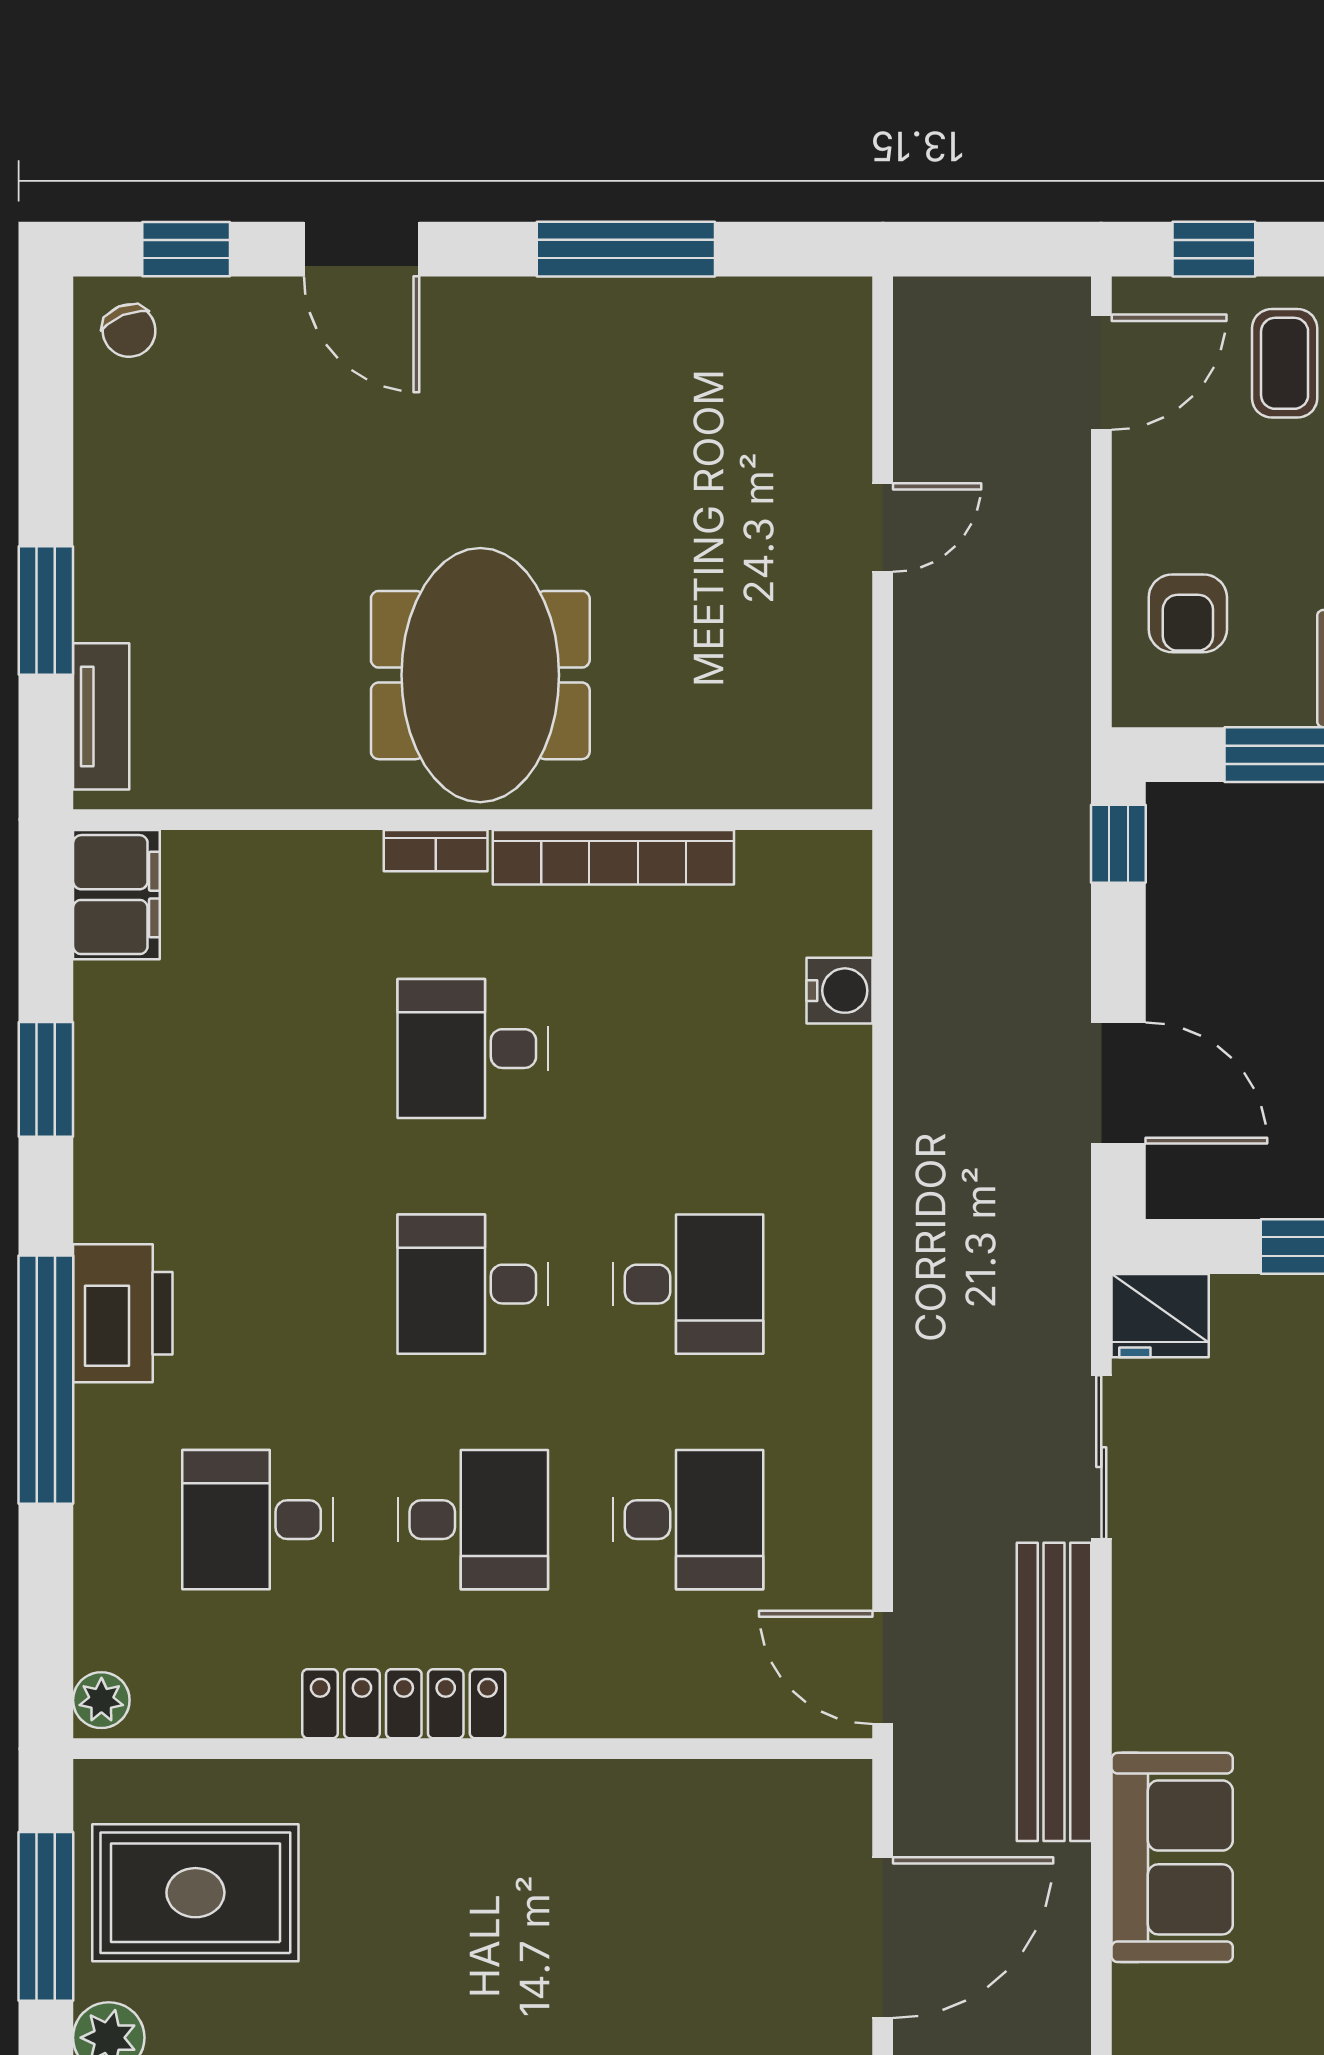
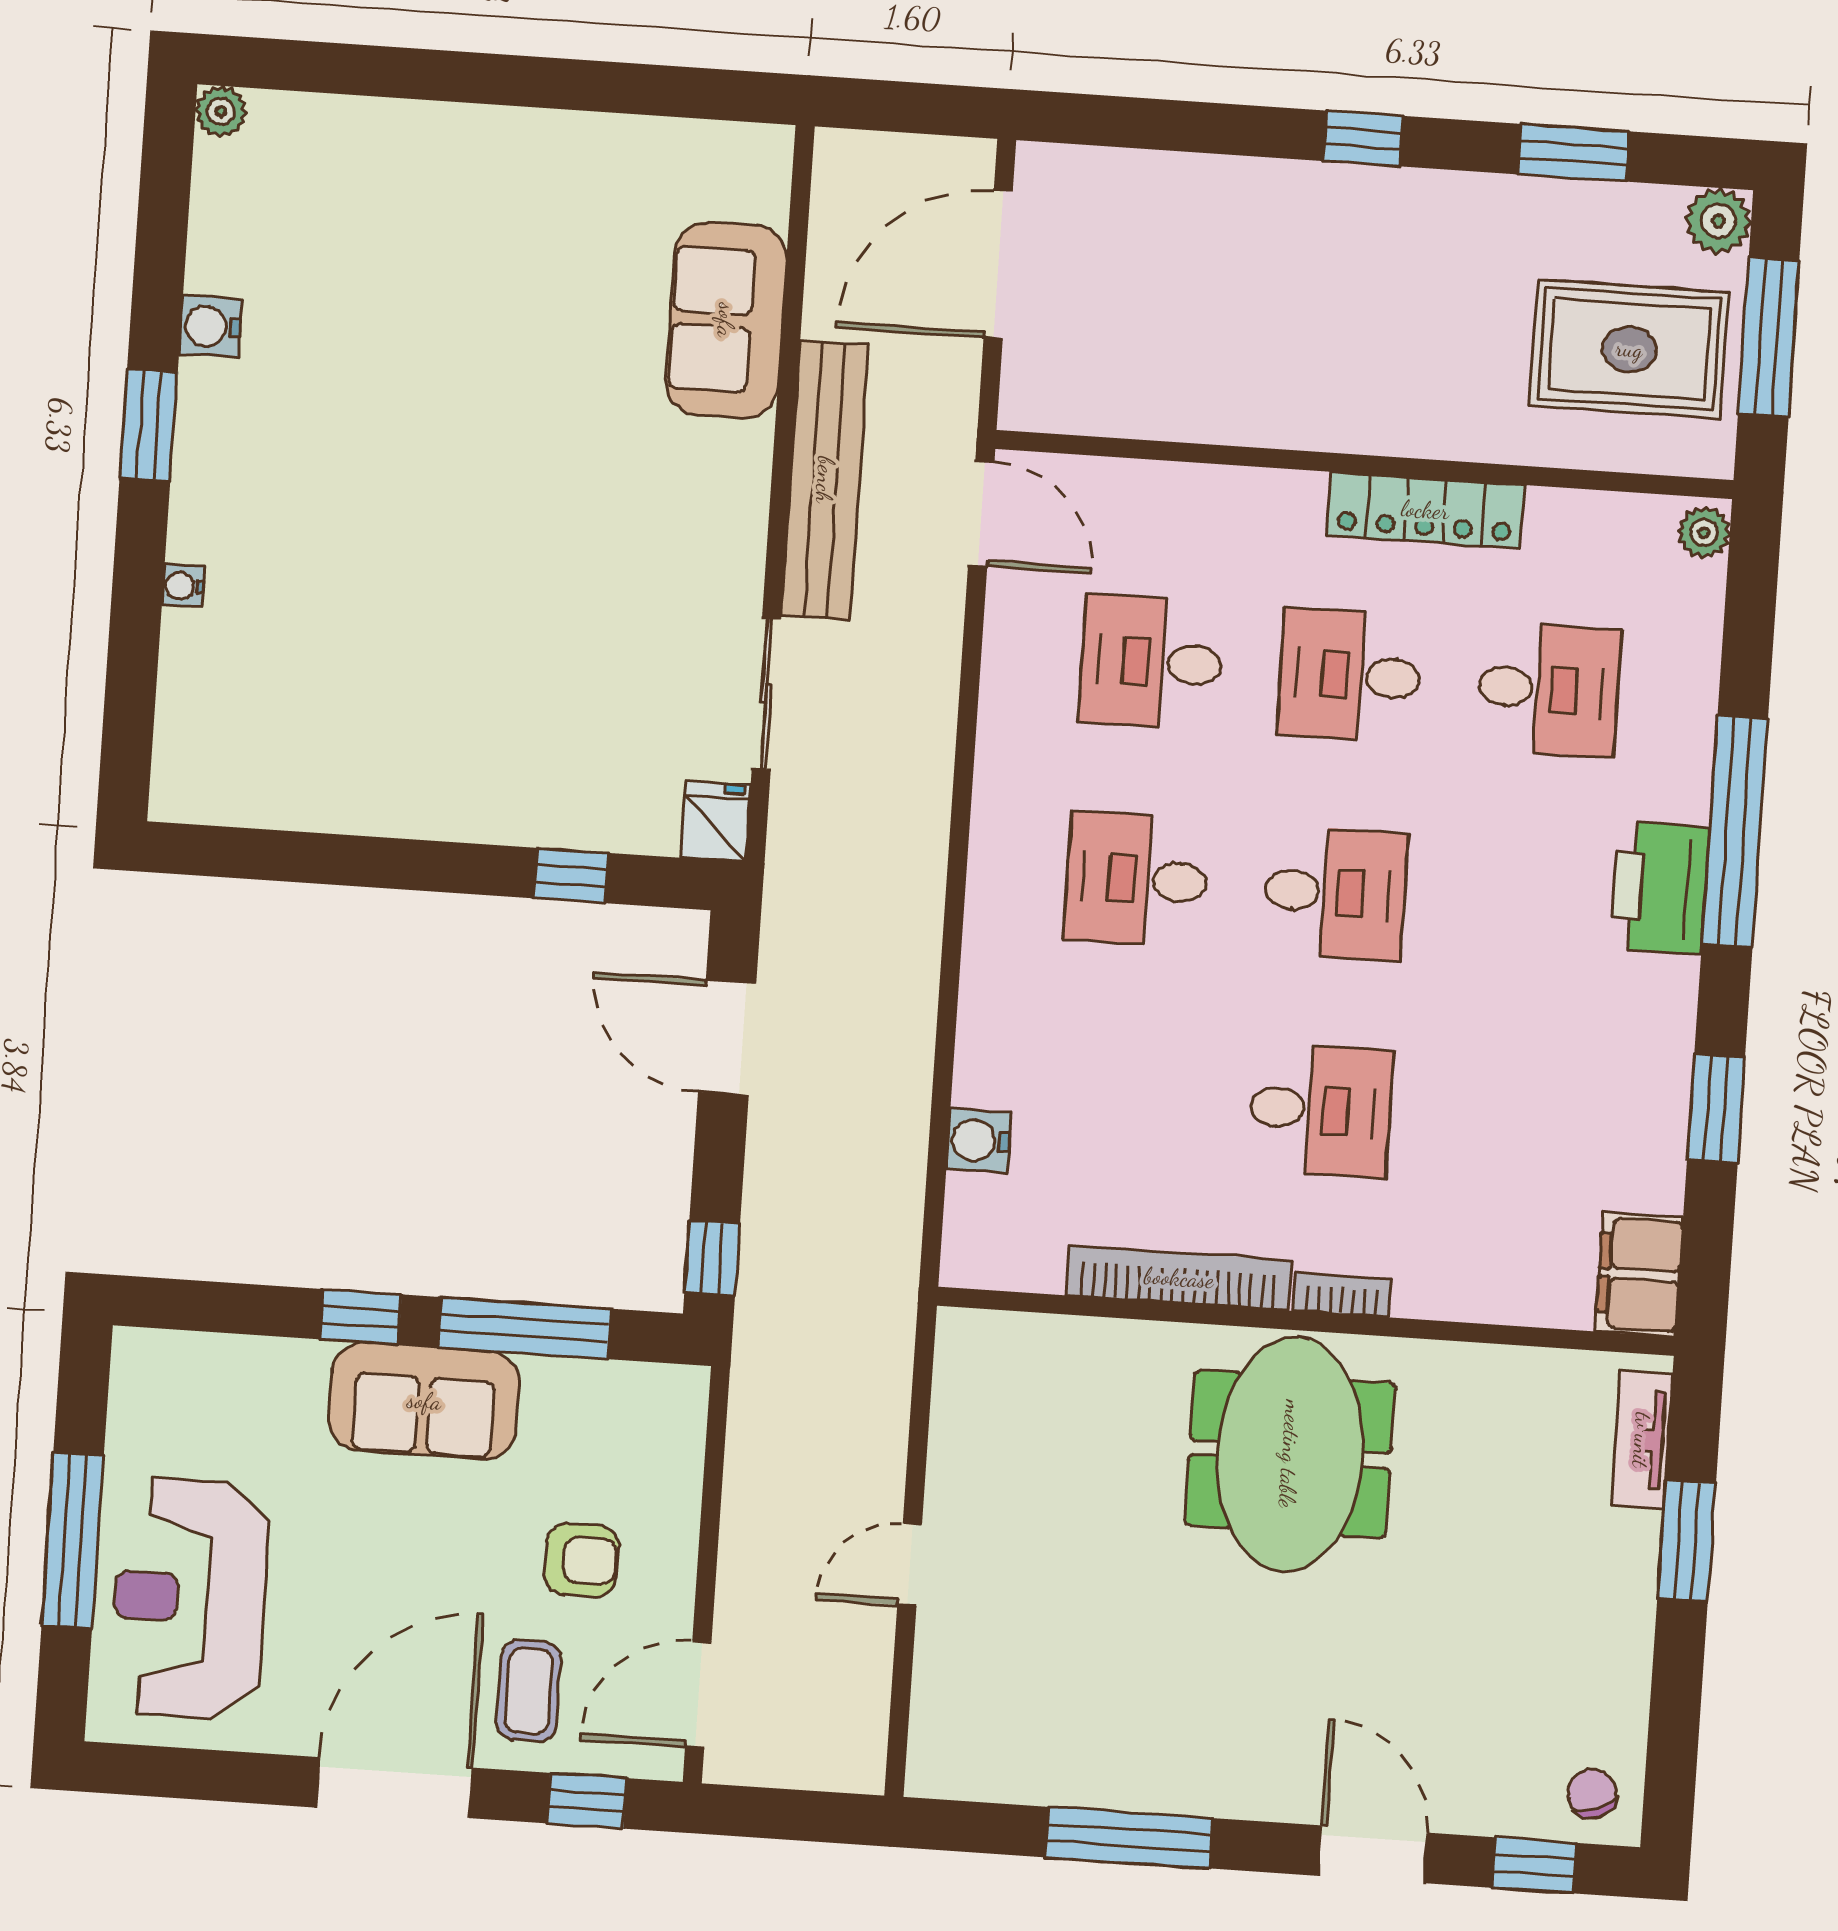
armchair: (1188, 613) -> (581, 1560), moved, turned 90
fridge: (1160, 1316) -> (716, 821), width x0.72

